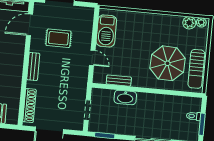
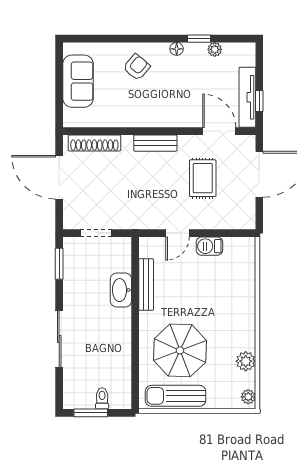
plant: (189, 23) -> (246, 361), moved
barbecue: (106, 31) -> (209, 246), width x0.53, depth x0.65
bench: (119, 81) -> (146, 284), width x1.36

